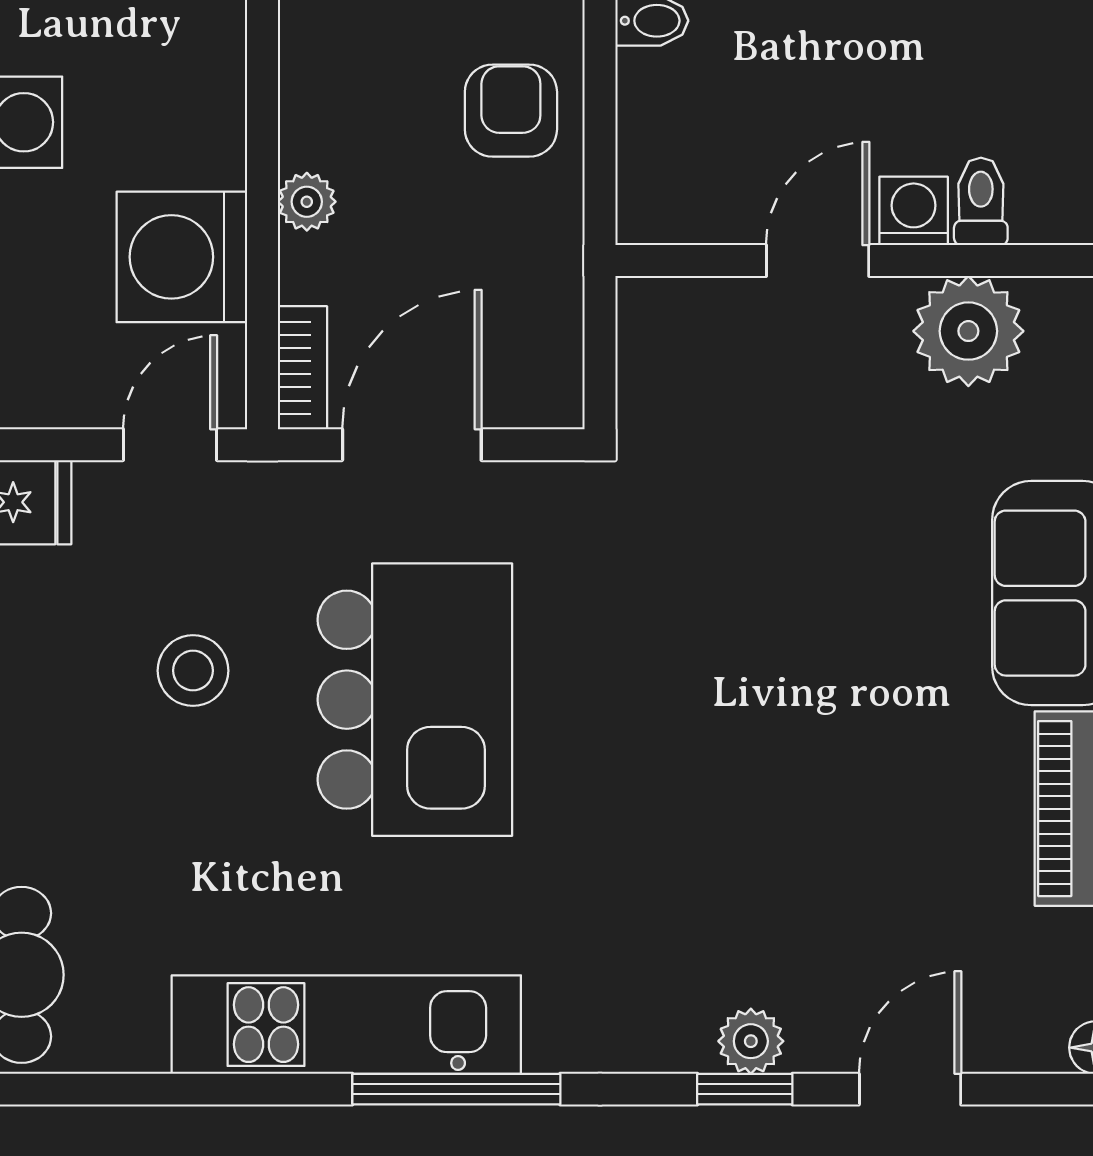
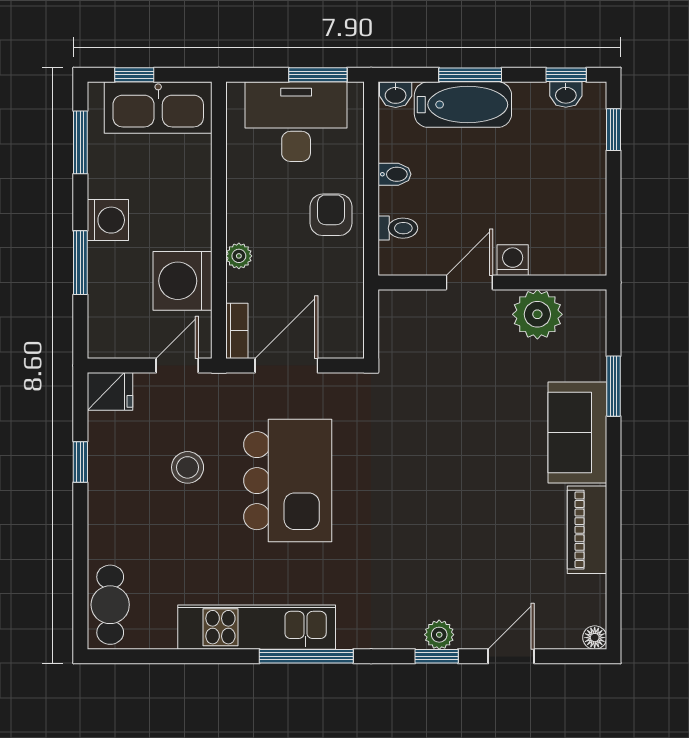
toilet: (981, 201) -> (398, 228), moved, turned 90

